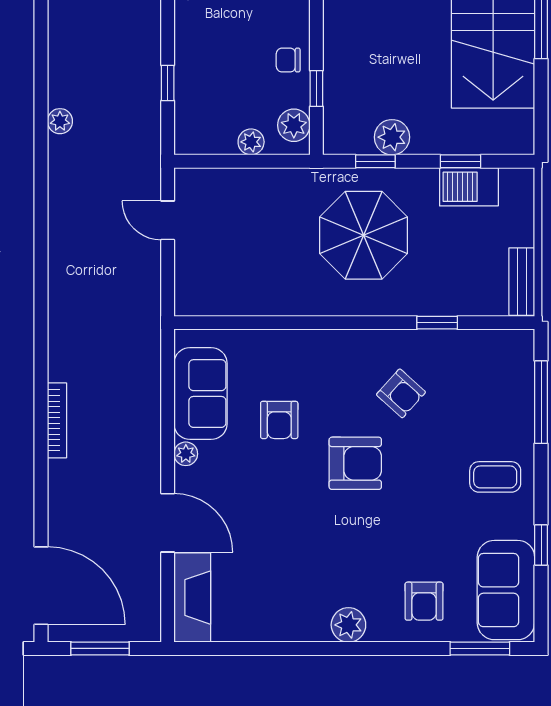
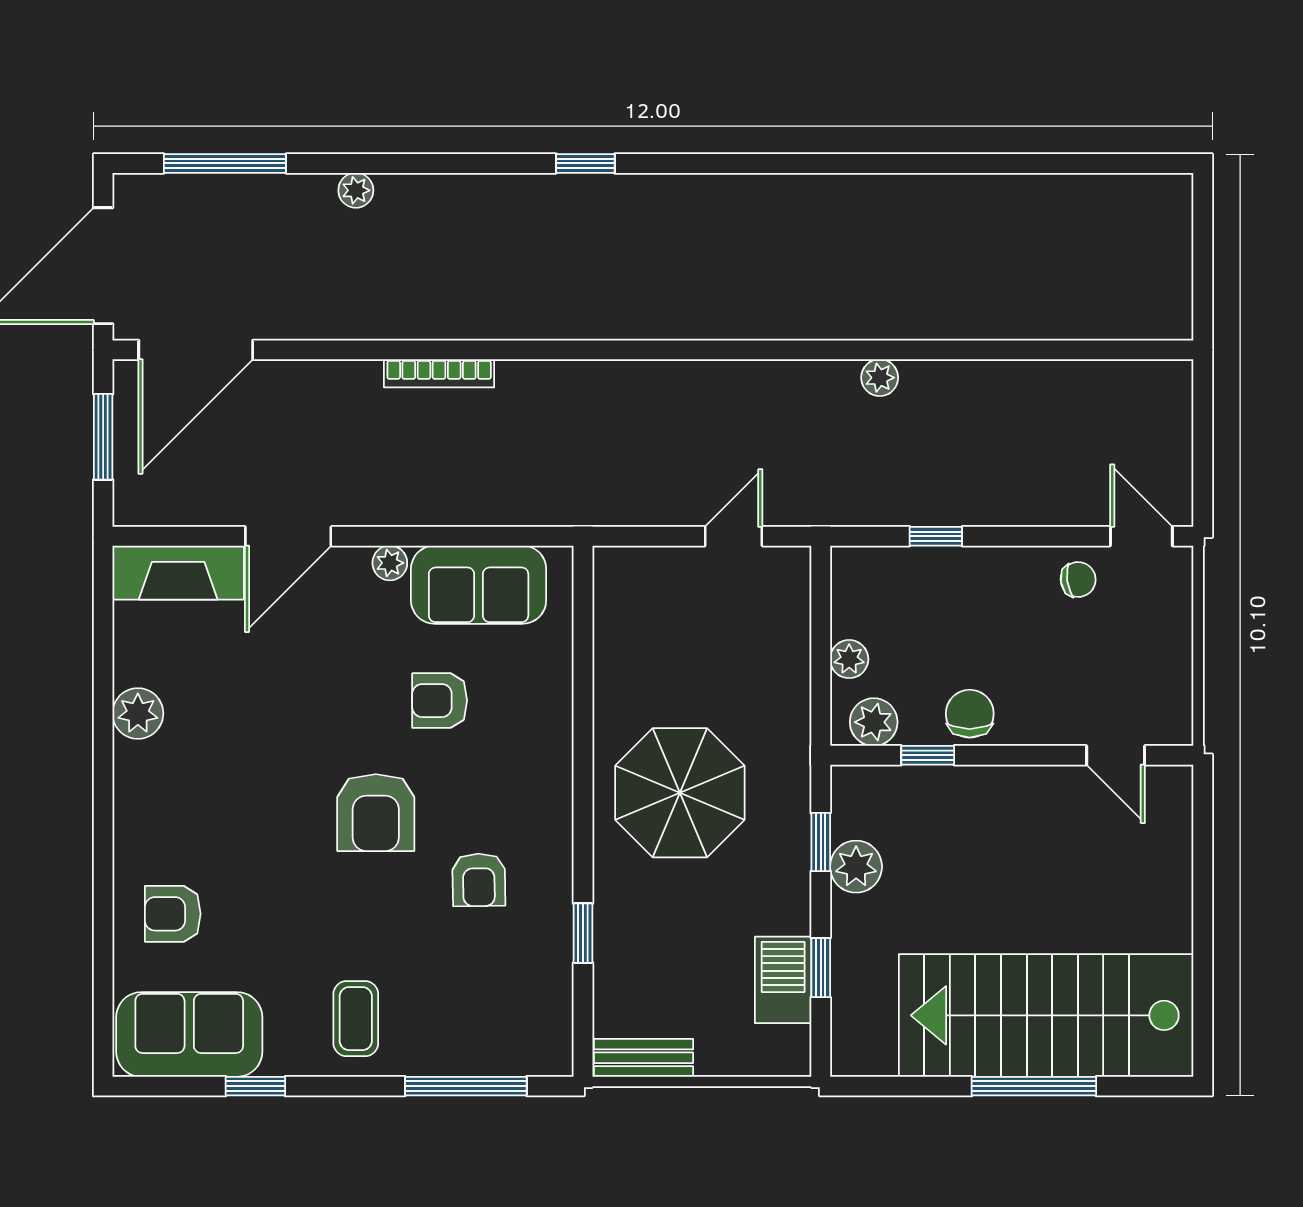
chair: (288, 60) -> (970, 714), width x1.37, depth x1.37
parasol: (364, 235) -> (680, 793), moved
armchair: (401, 393) -> (479, 880), turned -43
plant: (348, 625) -> (138, 713), moved
window: (480, 648) -> (103, 996), removed

